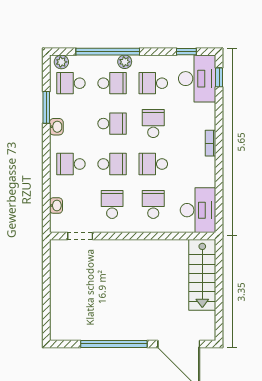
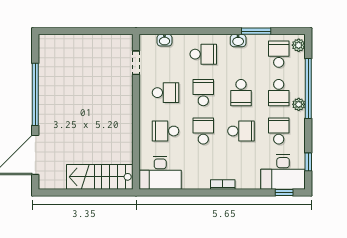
school desk: (71, 164) -> (203, 54), turned 90
school desk: (112, 164) -> (203, 93), turned 180
school desk: (153, 204) -> (166, 131), turned 180

